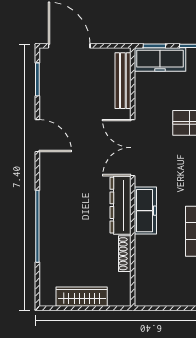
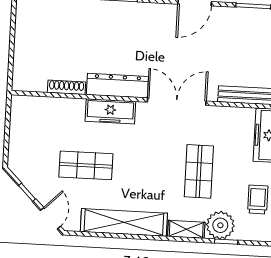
wardrobe: (82, 297) -> (24, 40), removed

